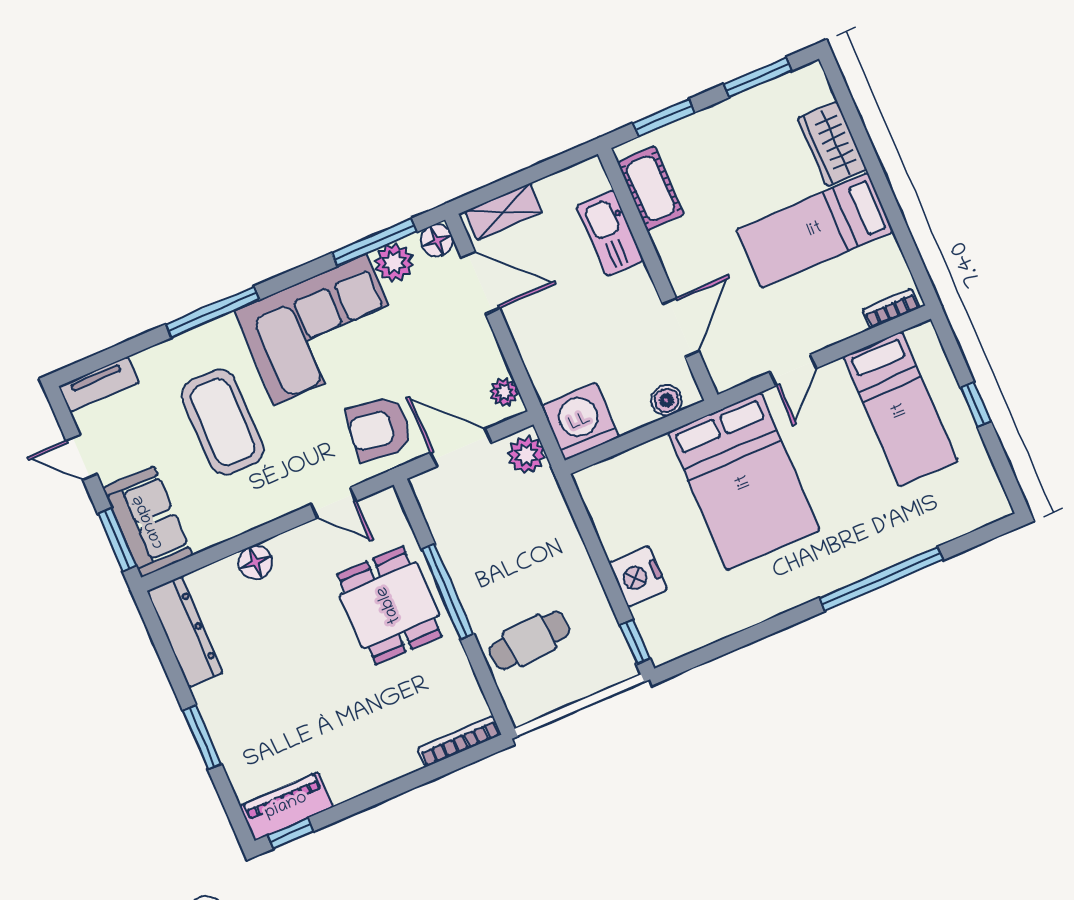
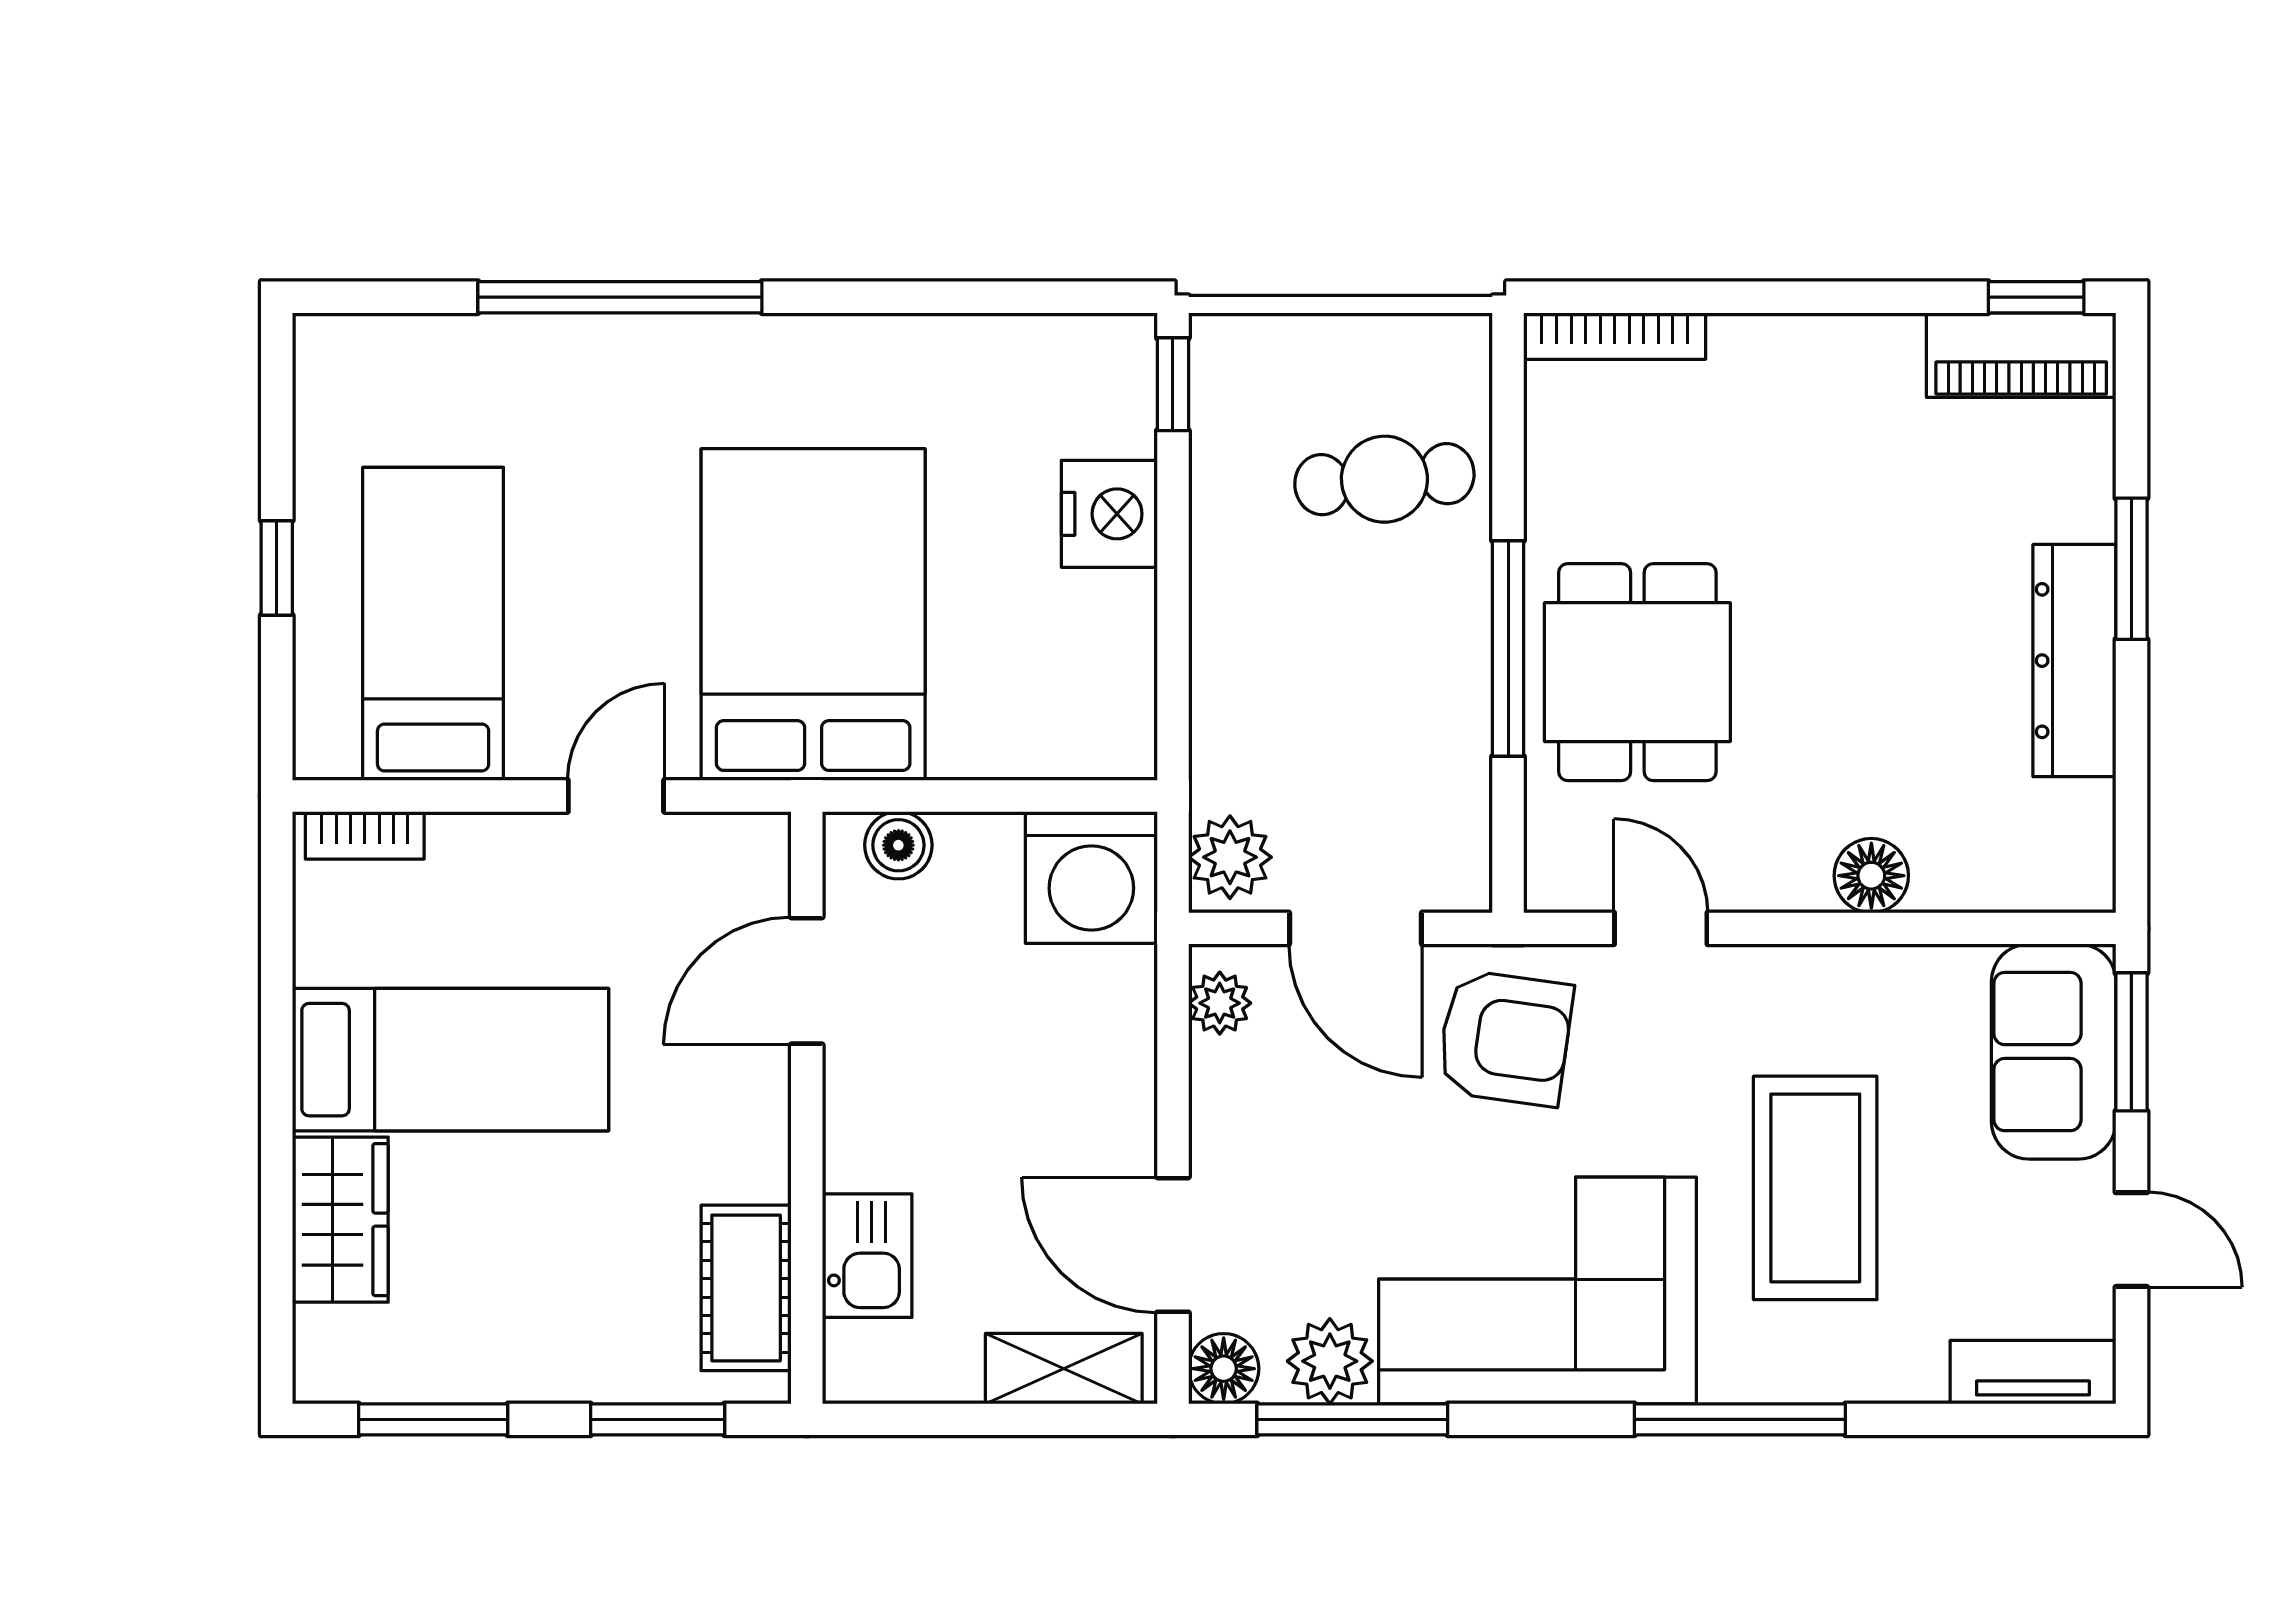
kitchen sink: (610, 233) -> (867, 1256), width x0.73
dresser: (185, 632) -> (2074, 661), moved

